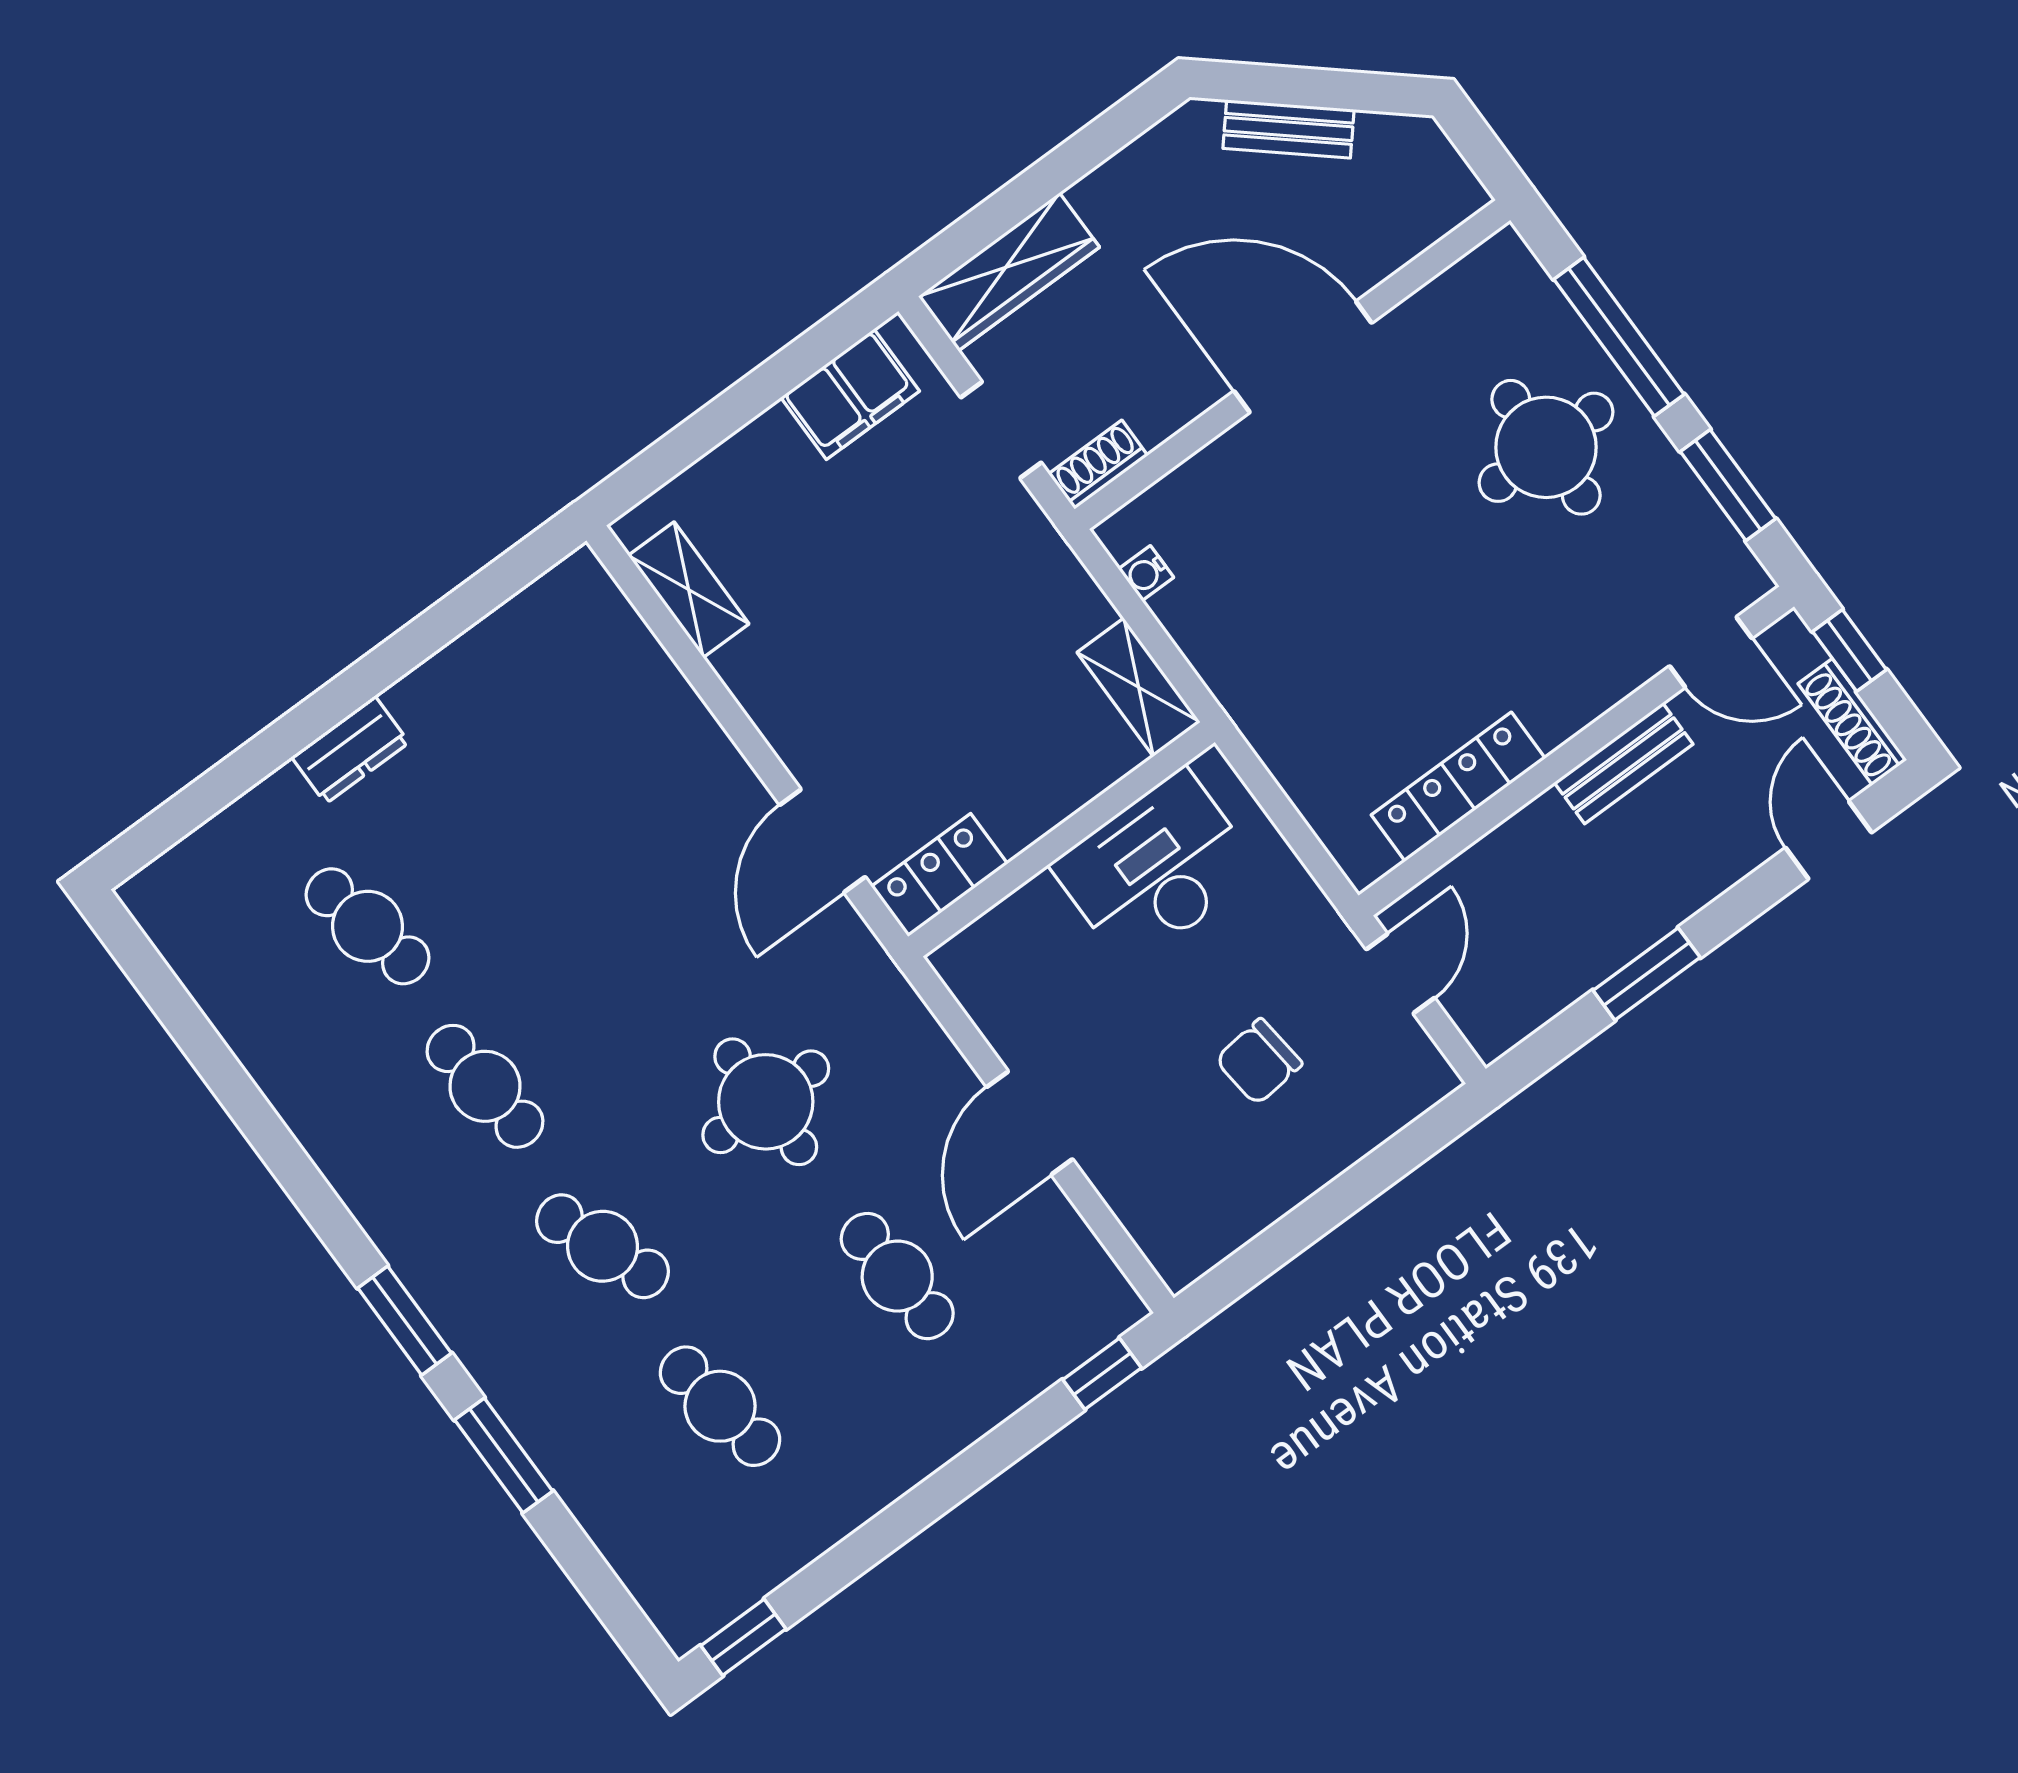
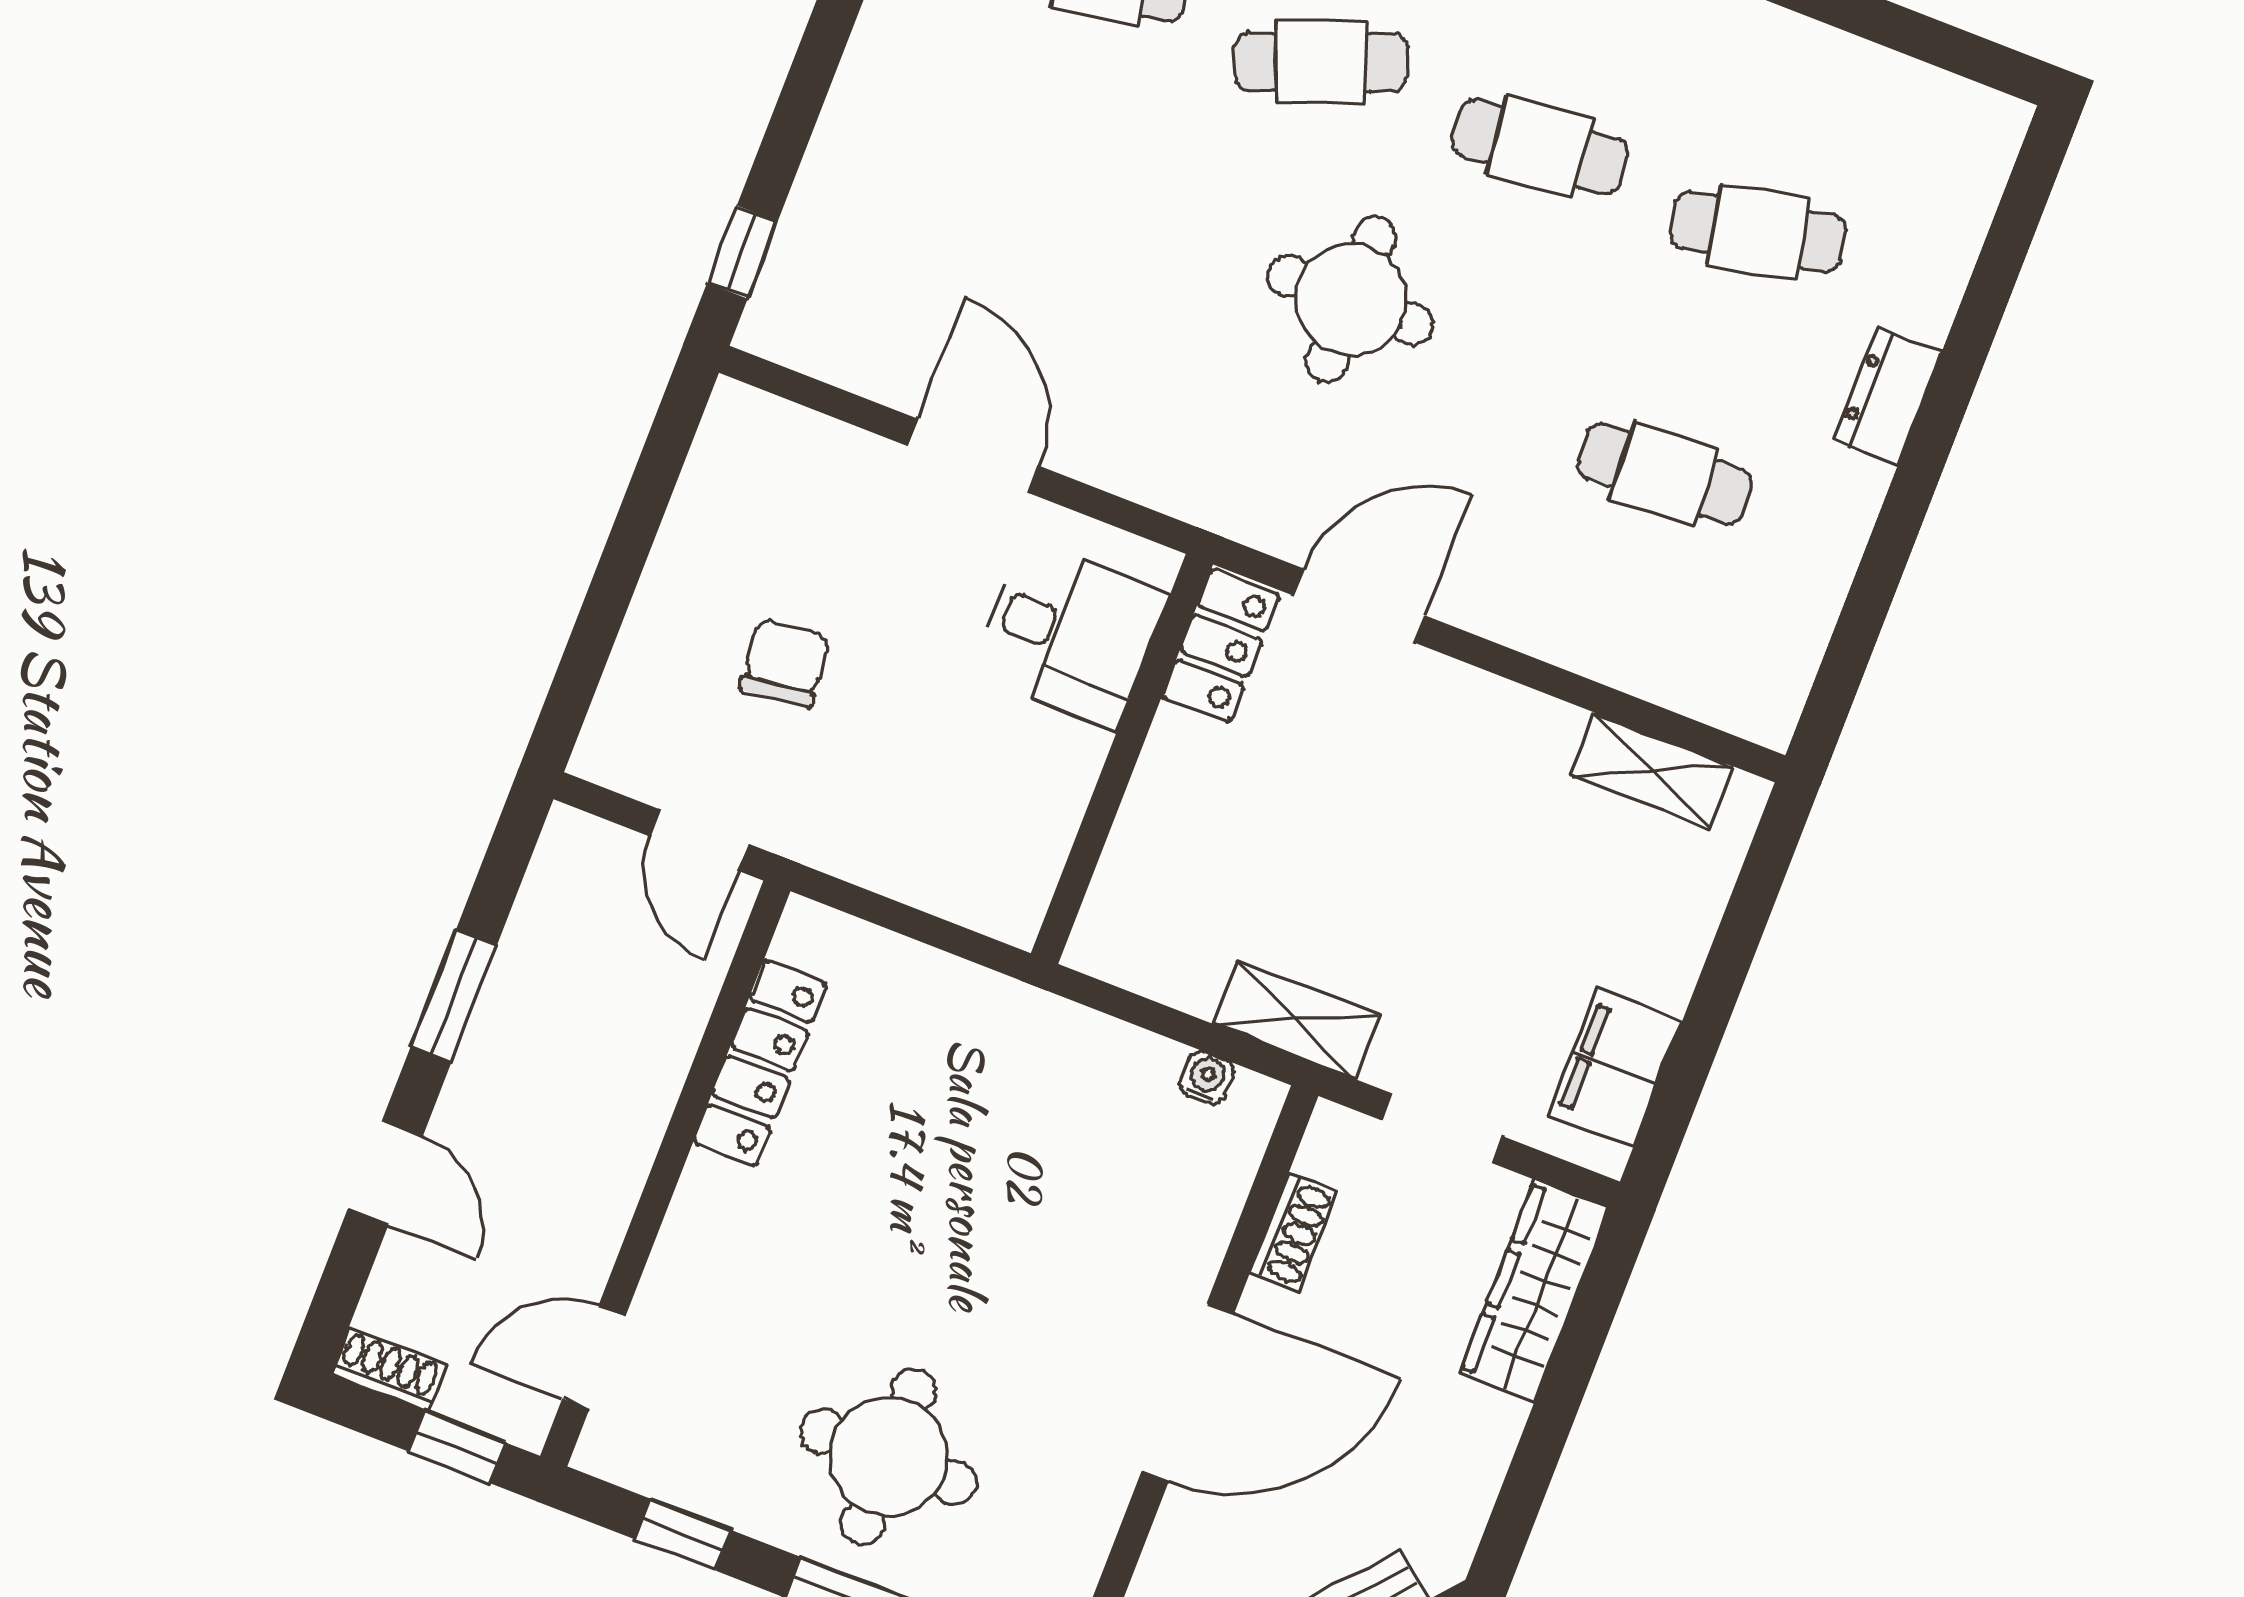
shoe rack: (1098, 465) -> (1293, 1232), moved
window: (1728, 485) -> (683, 1535), width x0.67
shelving: (1139, 687) -> (1296, 1019), moved
shoe rack: (1852, 722) -> (388, 1370), width x0.70
bench: (1624, 763) -> (610, 1191), removed
door: (1829, 840) -> (385, 1173), moved
door: (822, 841) -> (1359, 606), hinge flipped
desk: (1156, 869) -> (1069, 634), moved, width x0.73
round table: (766, 1102) -> (1351, 300), moved
cafe table: (897, 1276) -> (1664, 474), moved

